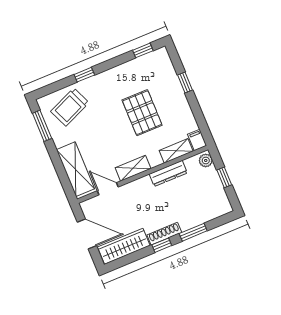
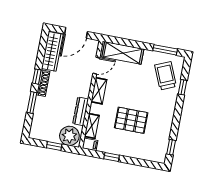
window: (84, 75) -> (183, 87), moved
window: (185, 83) -> (112, 157), moved
plant: (206, 160) -> (69, 136), width x1.88, depth x1.88

